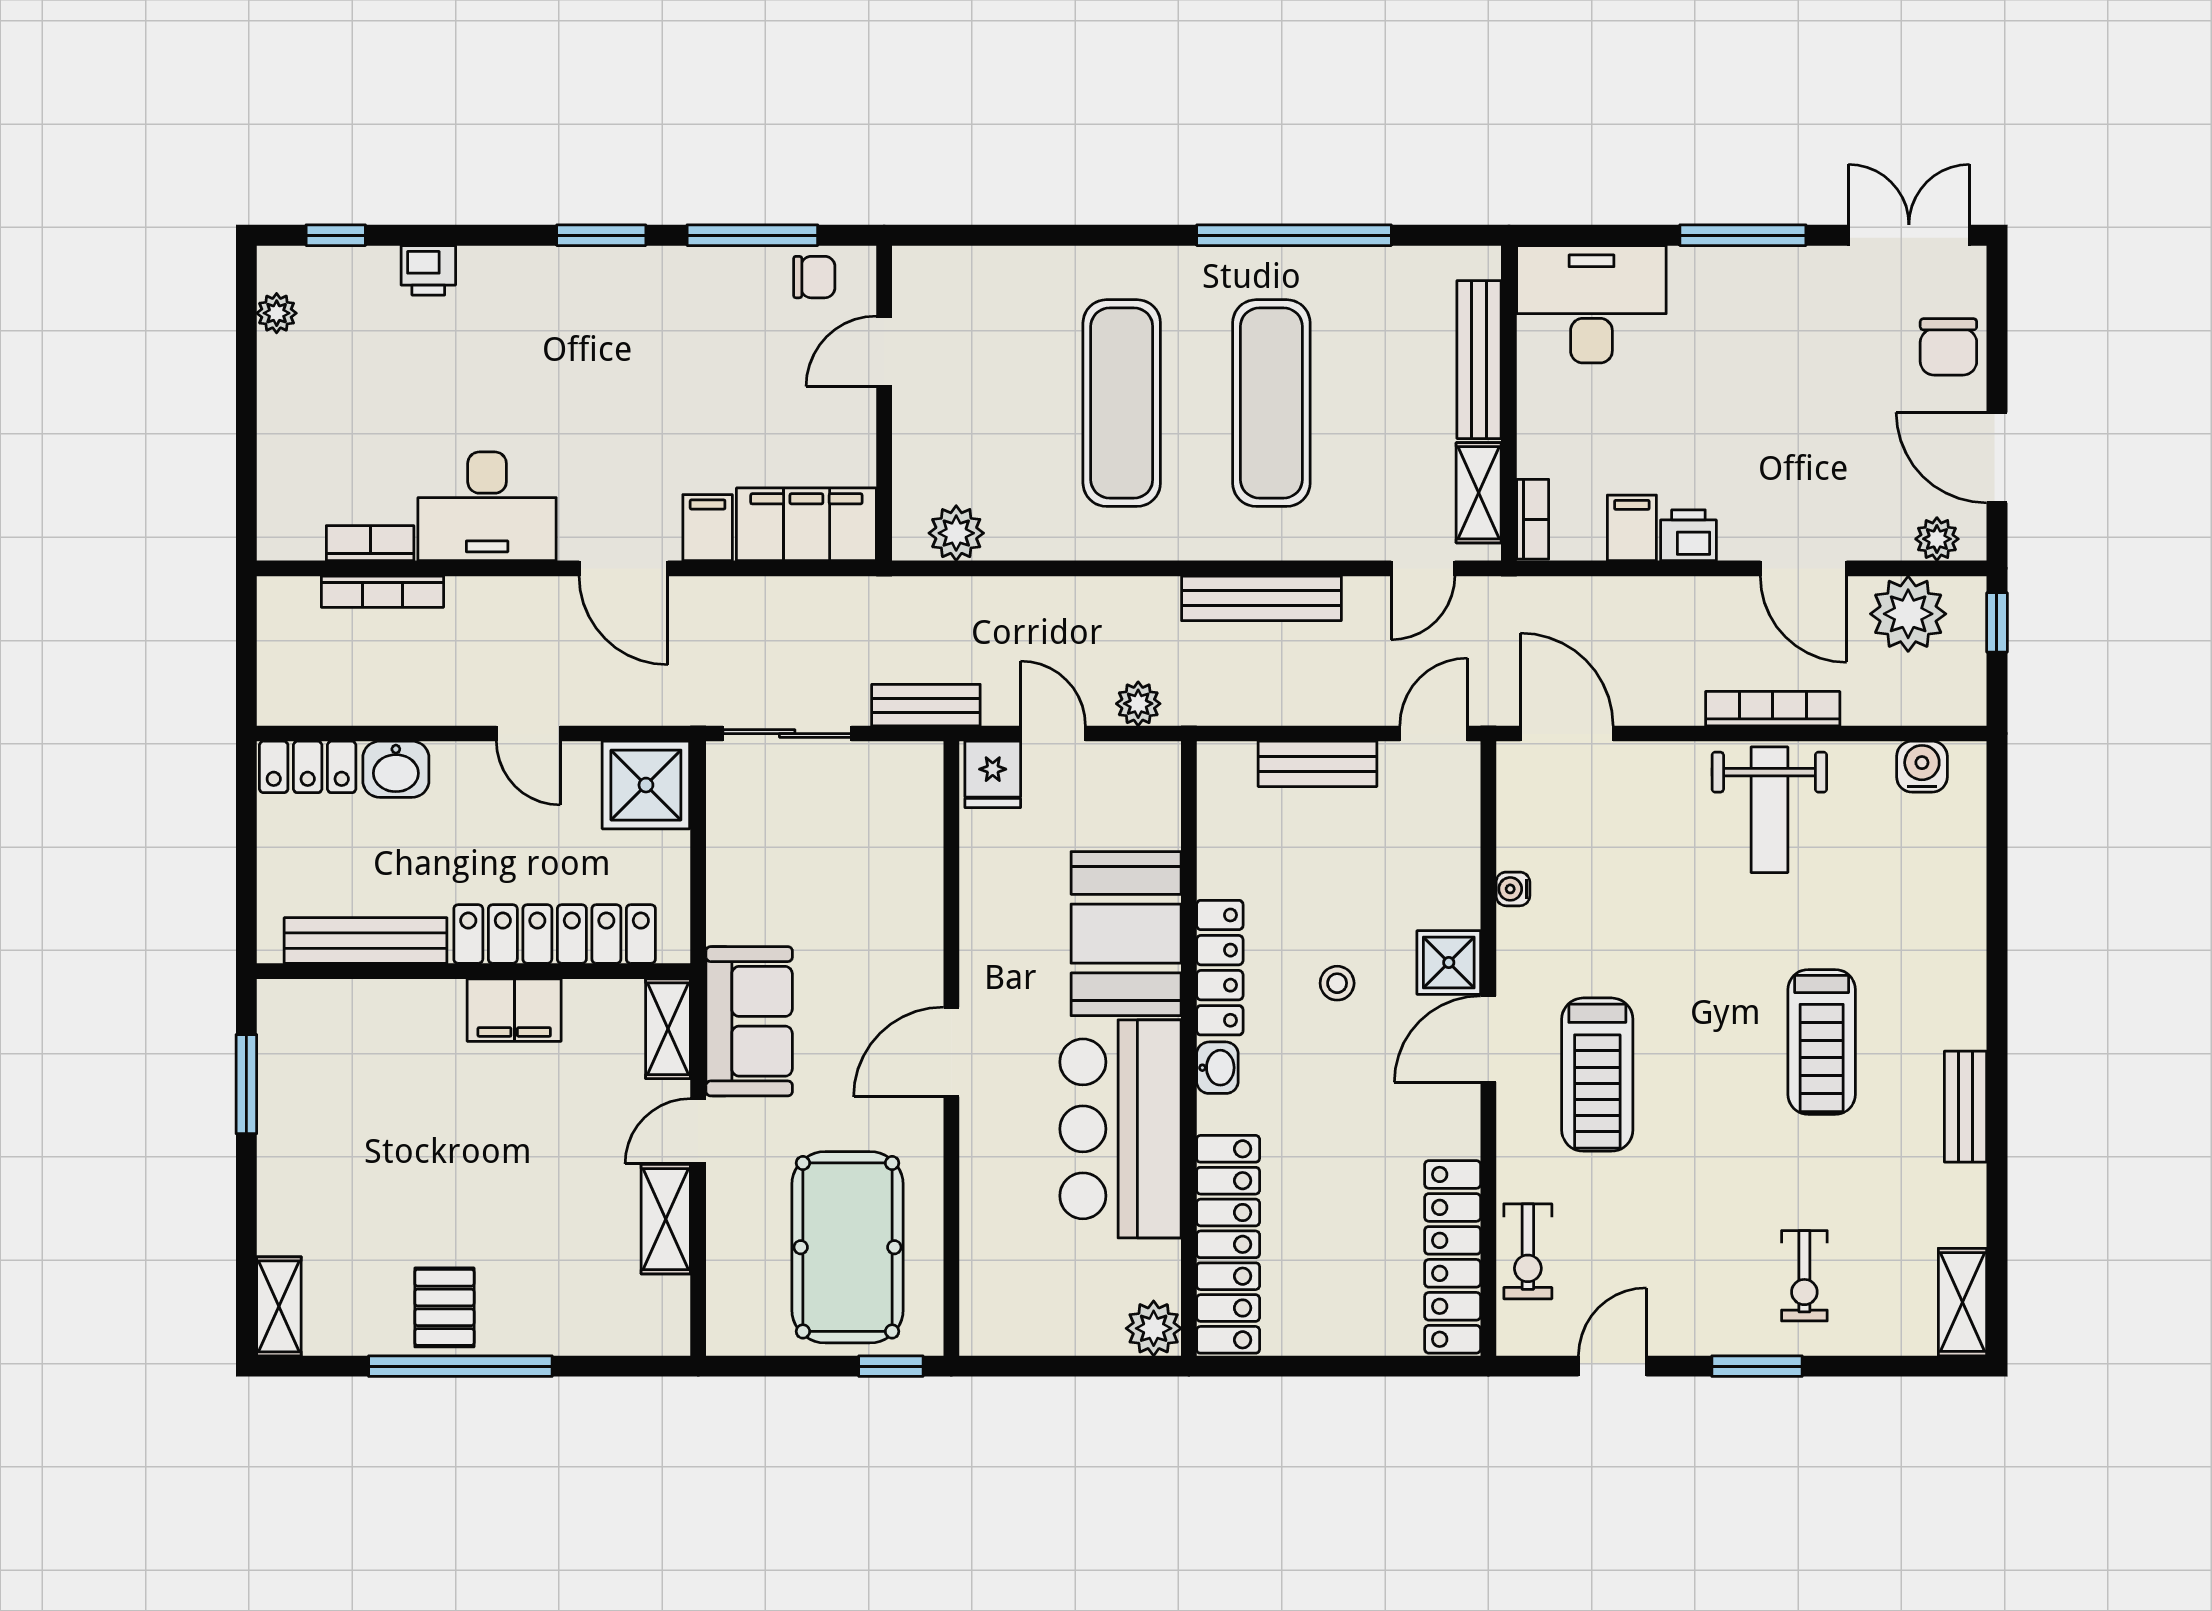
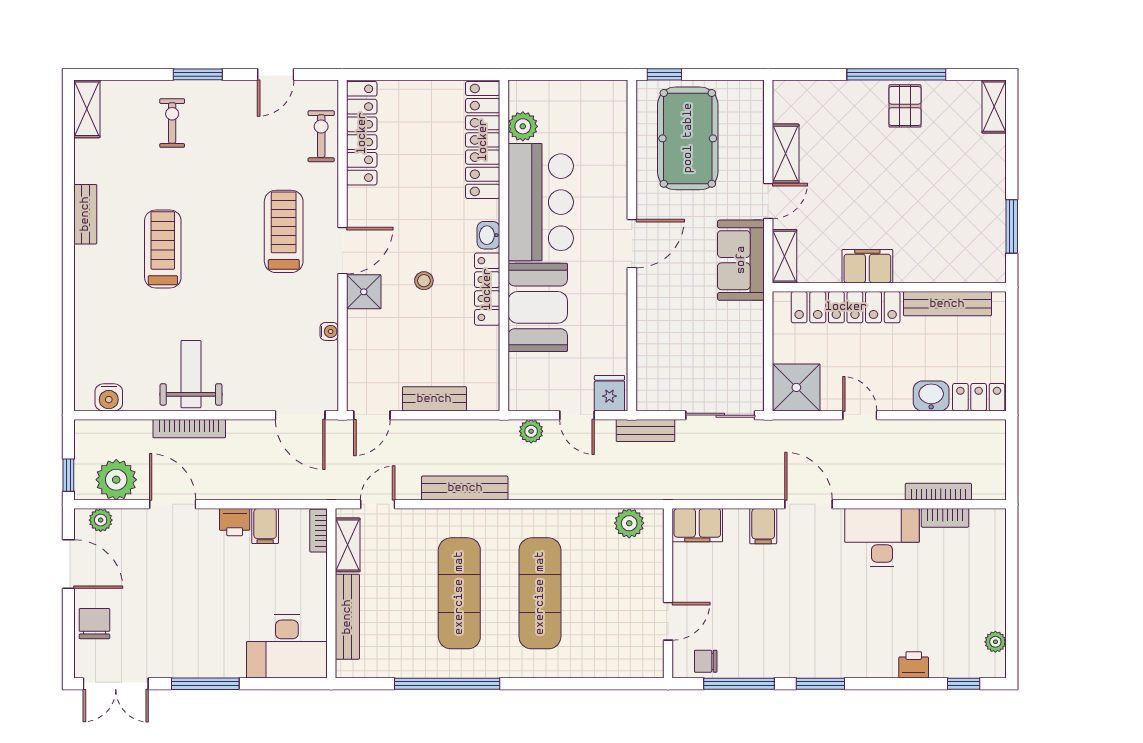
filing cabinet: (806, 524) -> (697, 525), width x0.67, depth x0.86
plant: (1154, 1328) -> (523, 126), moved

